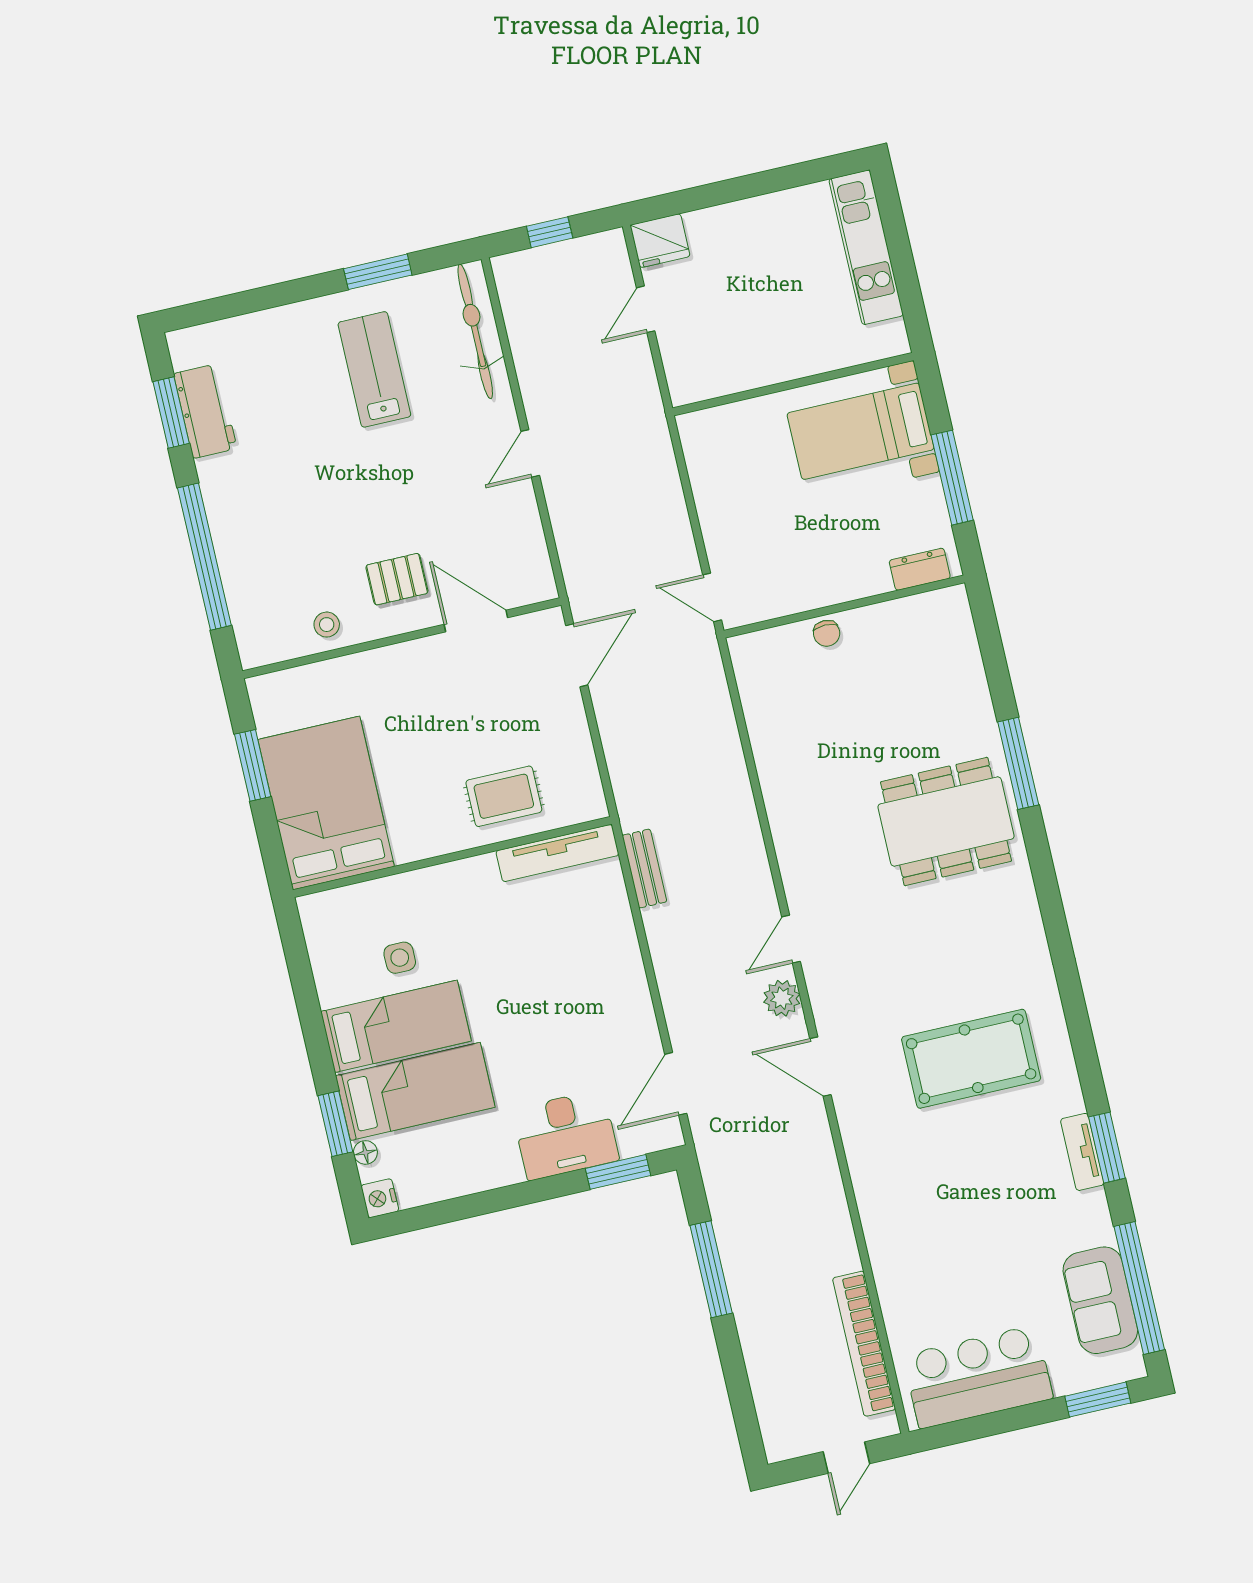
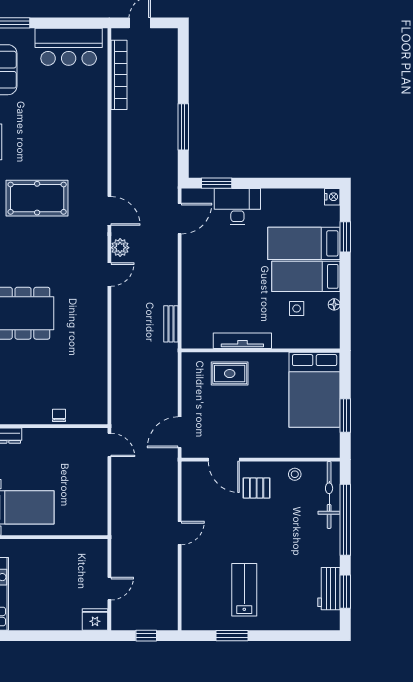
bicycle: (475, 331) -> (329, 495), moved, turned 180
lab bench: (374, 369) -> (244, 590), turned 180
tv unit: (557, 853) -> (242, 341), moved
floor lamp: (365, 1152) -> (334, 304), moved

